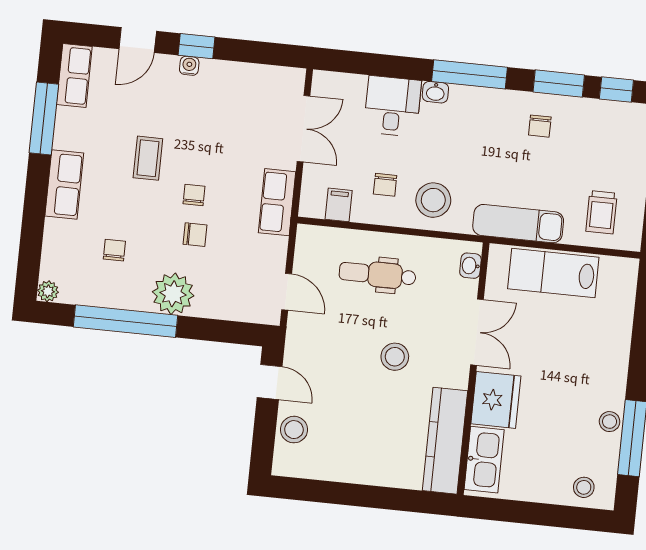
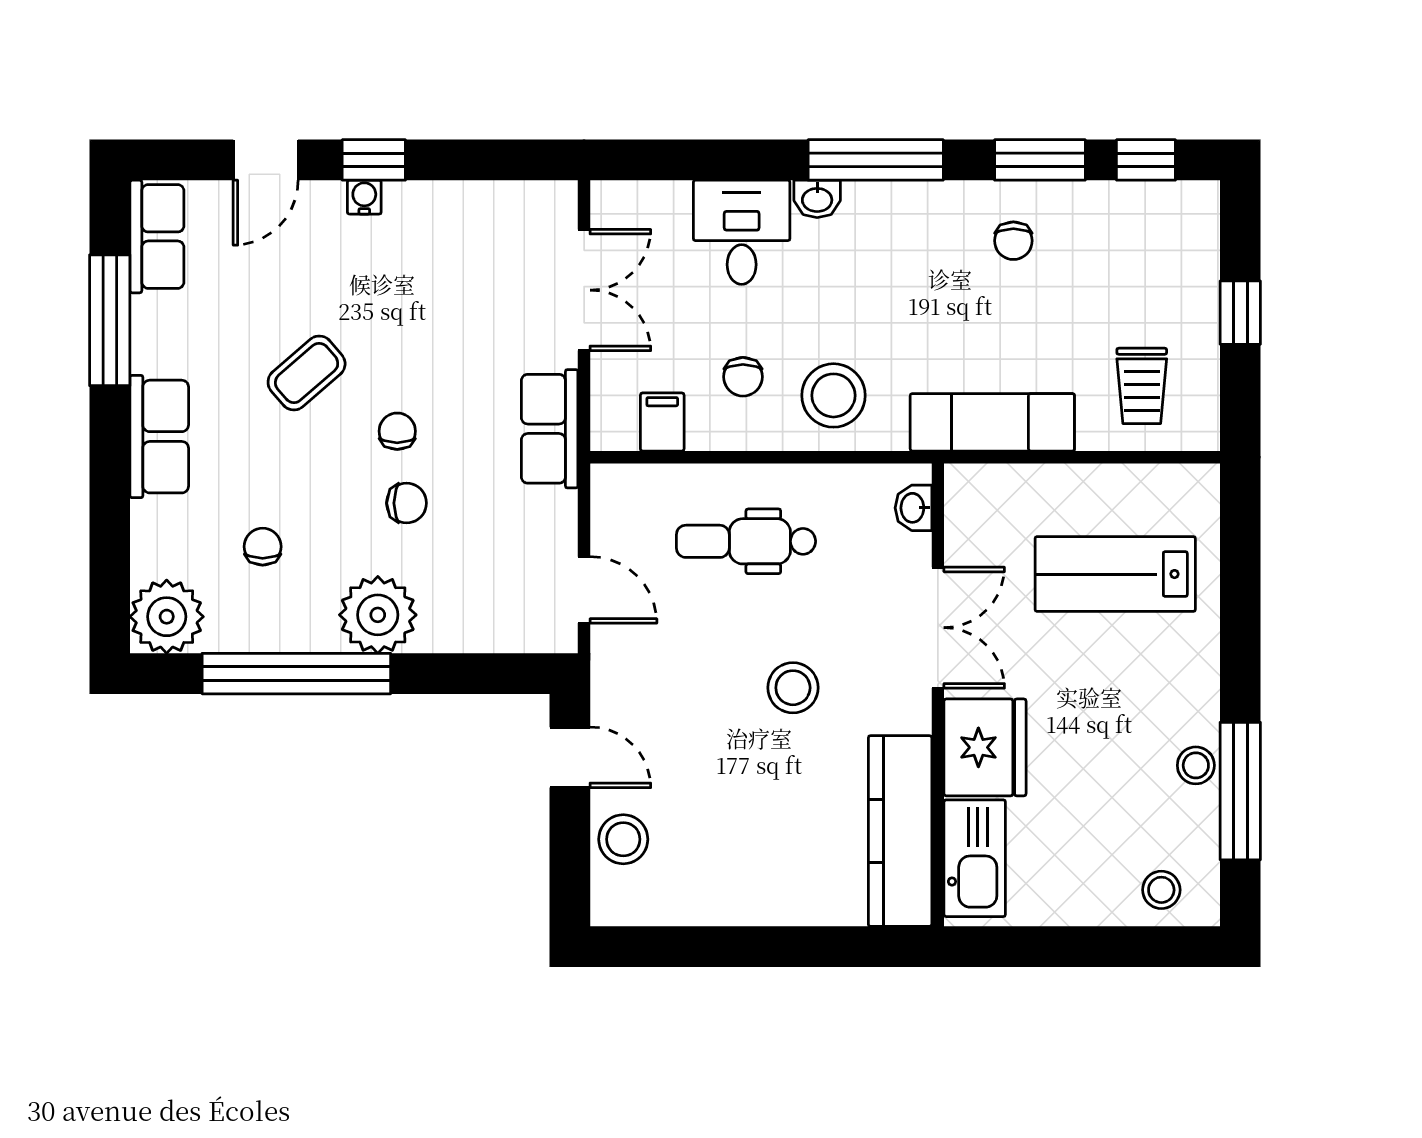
coffee table: (148, 158) -> (307, 373), turned 49
lab bench: (553, 273) -> (1115, 574), moved
plant: (48, 291) -> (167, 617), width x1.88, depth x1.88

